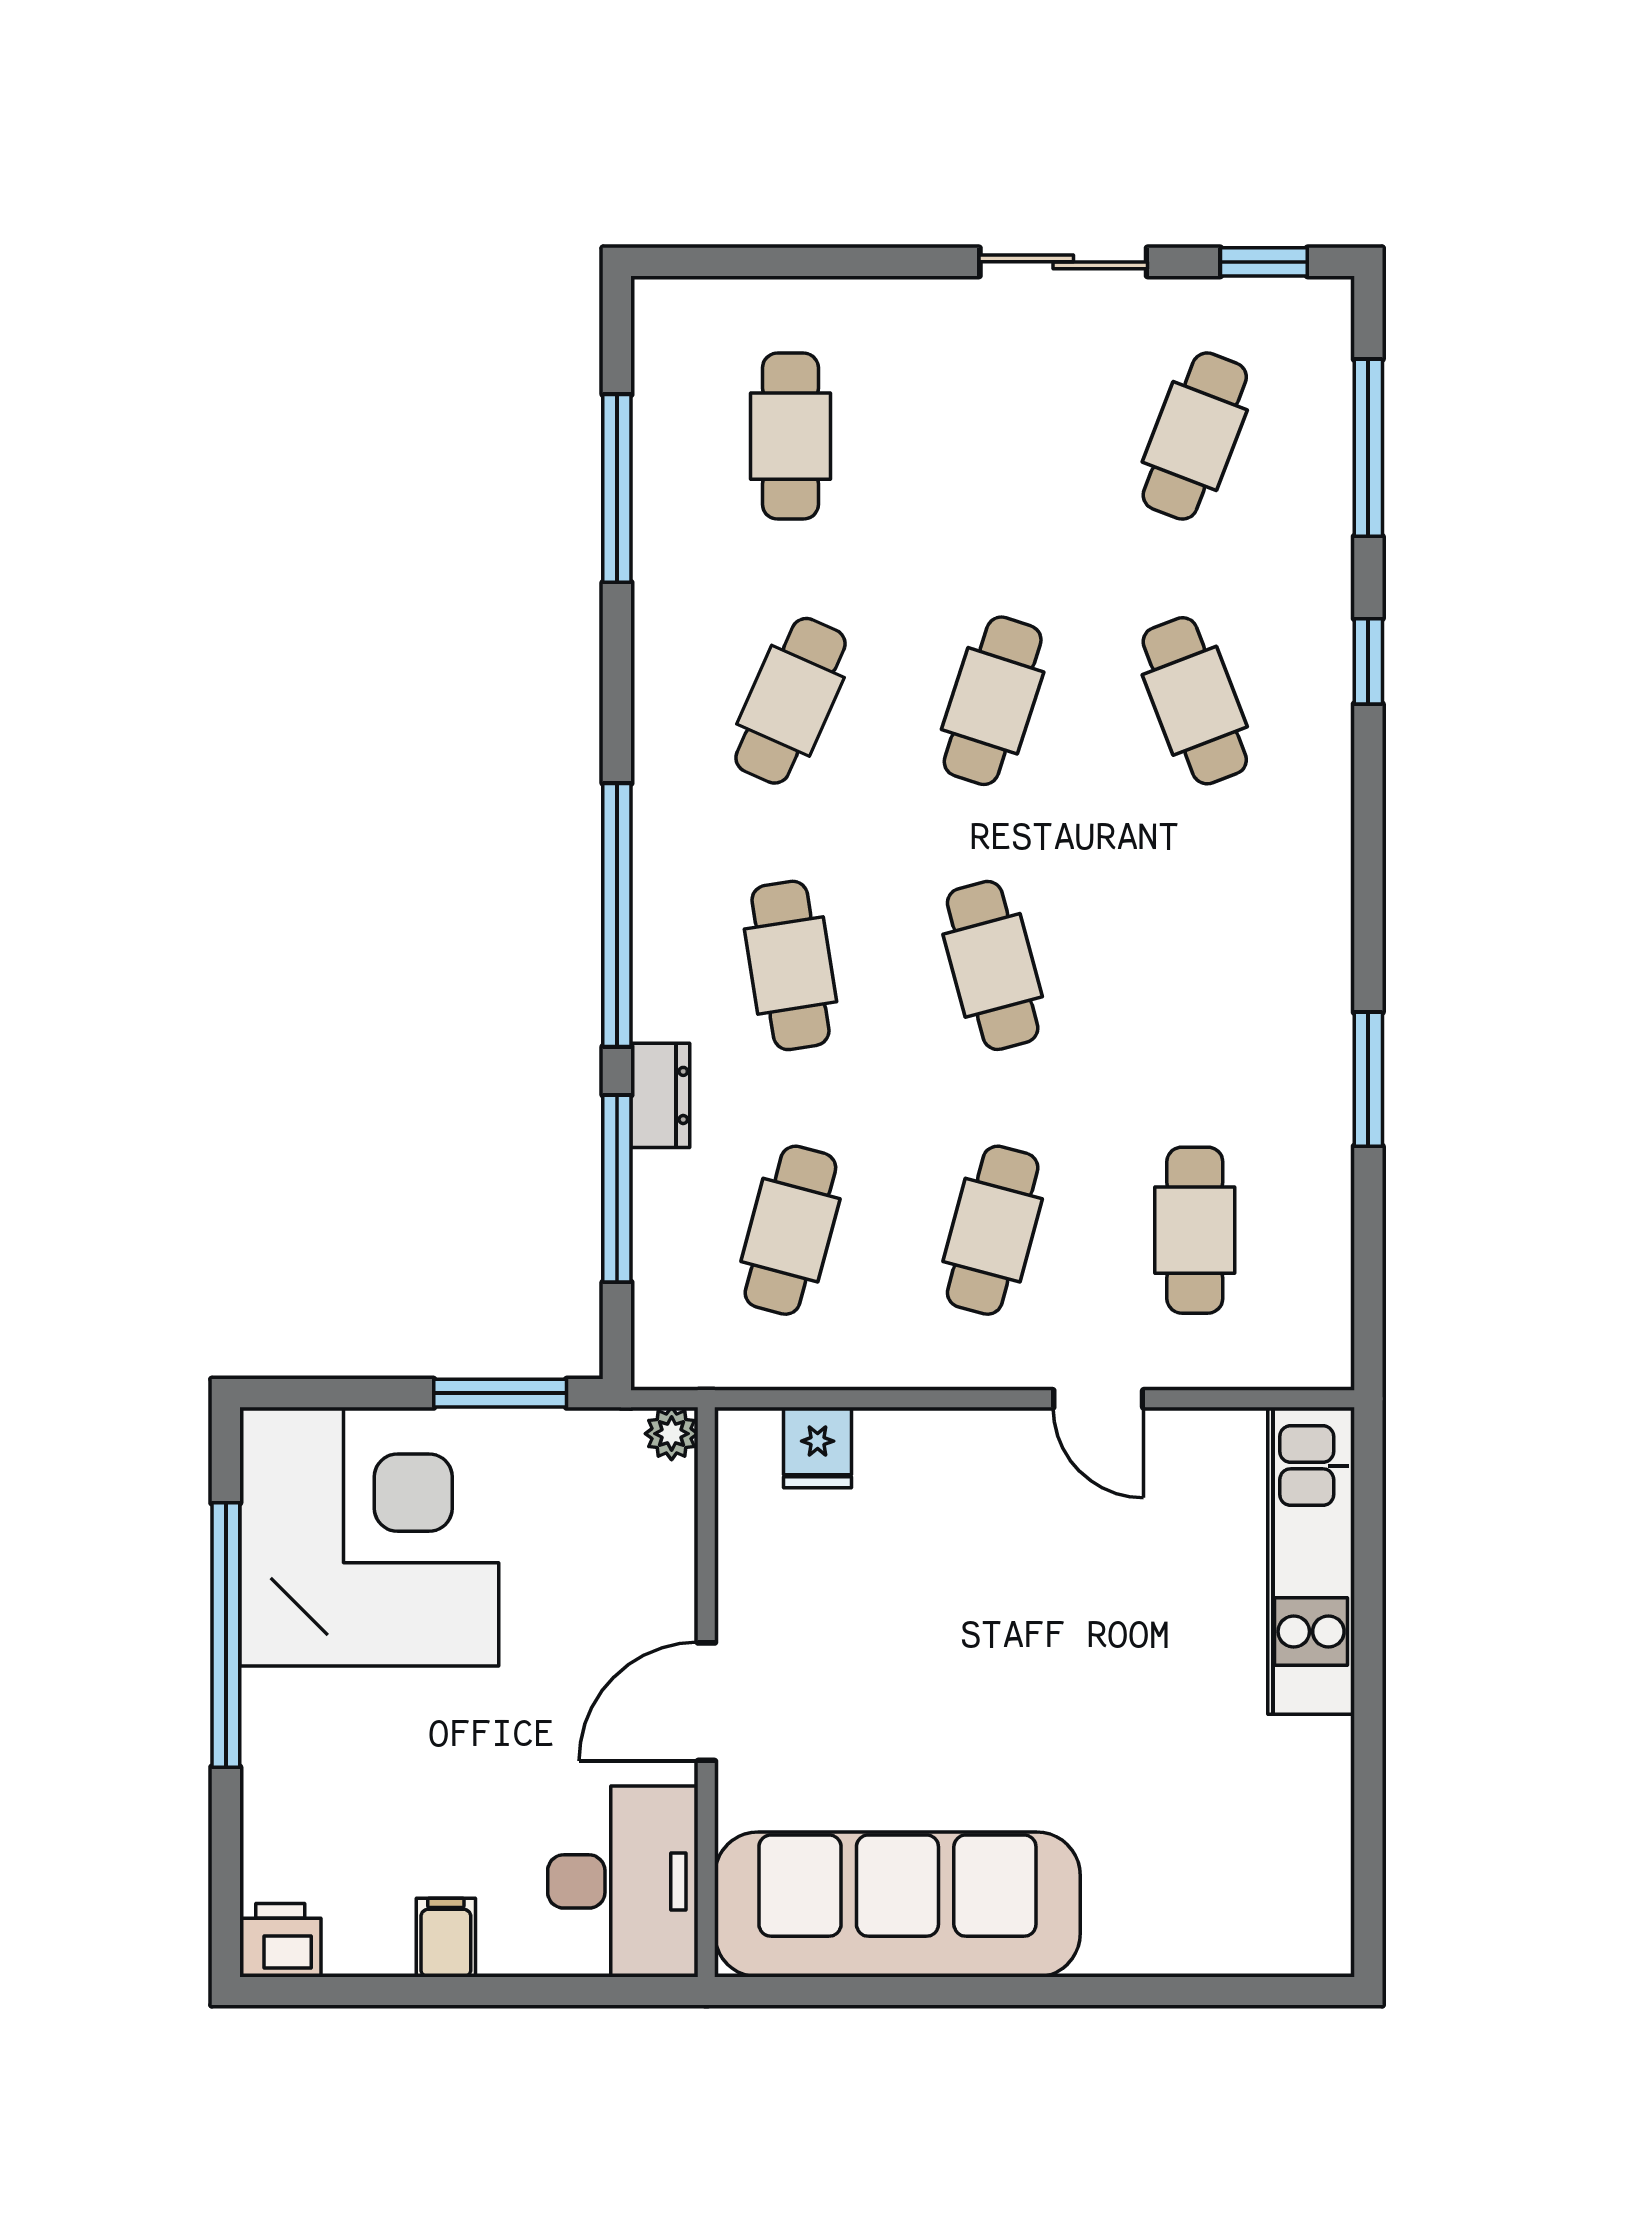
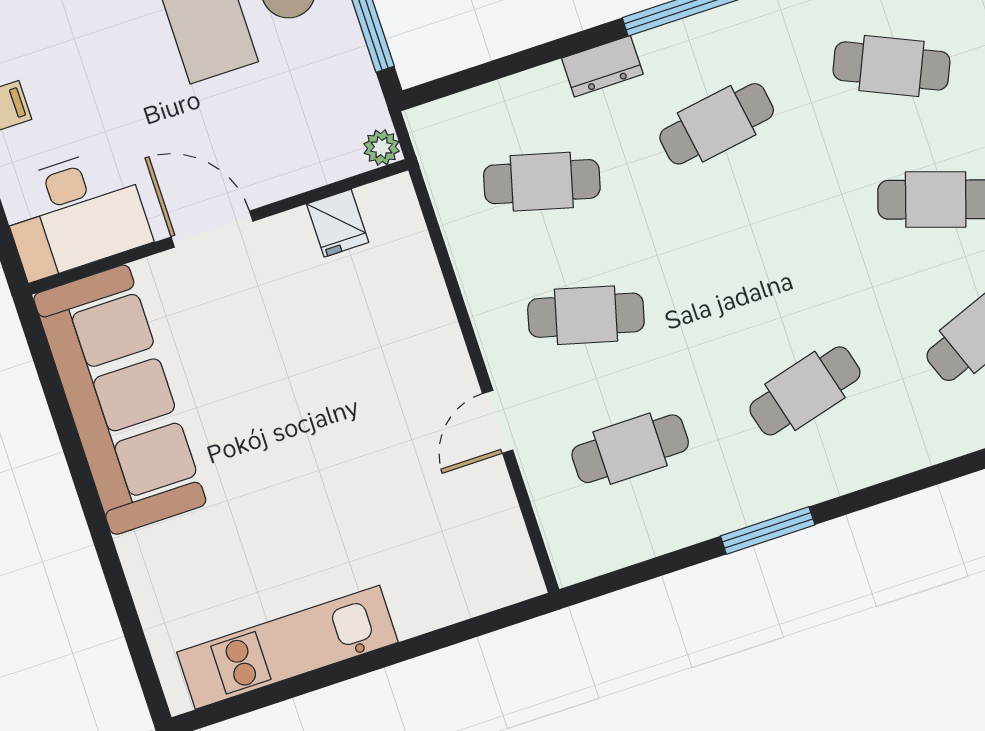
cafe table: (993, 965) -> (805, 391), moved
window: (617, 1189) -> (531, 58), removed
fridge: (818, 1447) -> (338, 223), moved, turned -90
kitchen unit: (1311, 1561) -> (288, 647), moved

